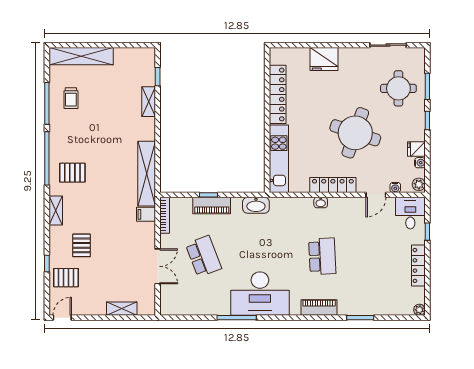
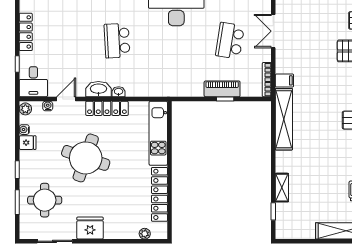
plant: (293, 53) -> (145, 234), added
fridge: (324, 59) -> (90, 228), moved
washbasin: (256, 205) -> (98, 89), moved
school desk: (203, 256) -> (230, 41), turned 30

